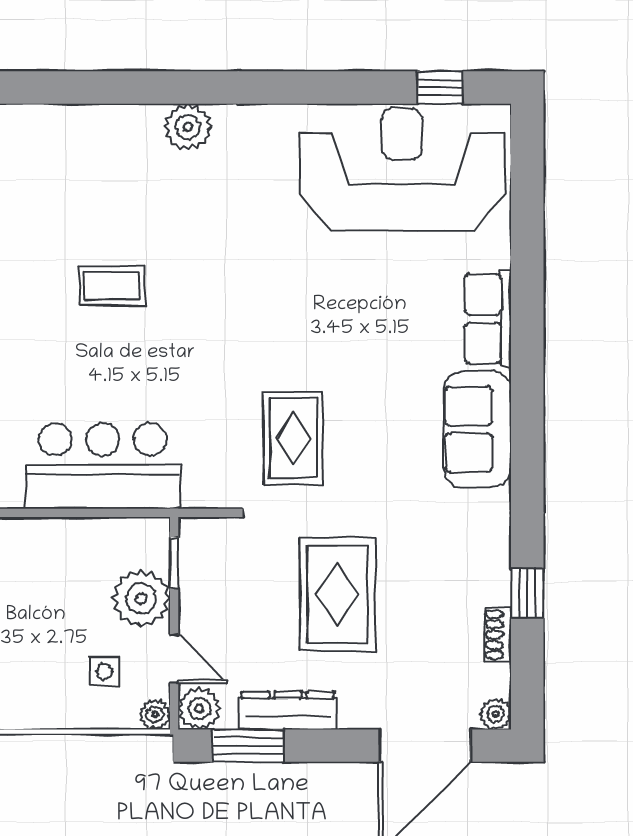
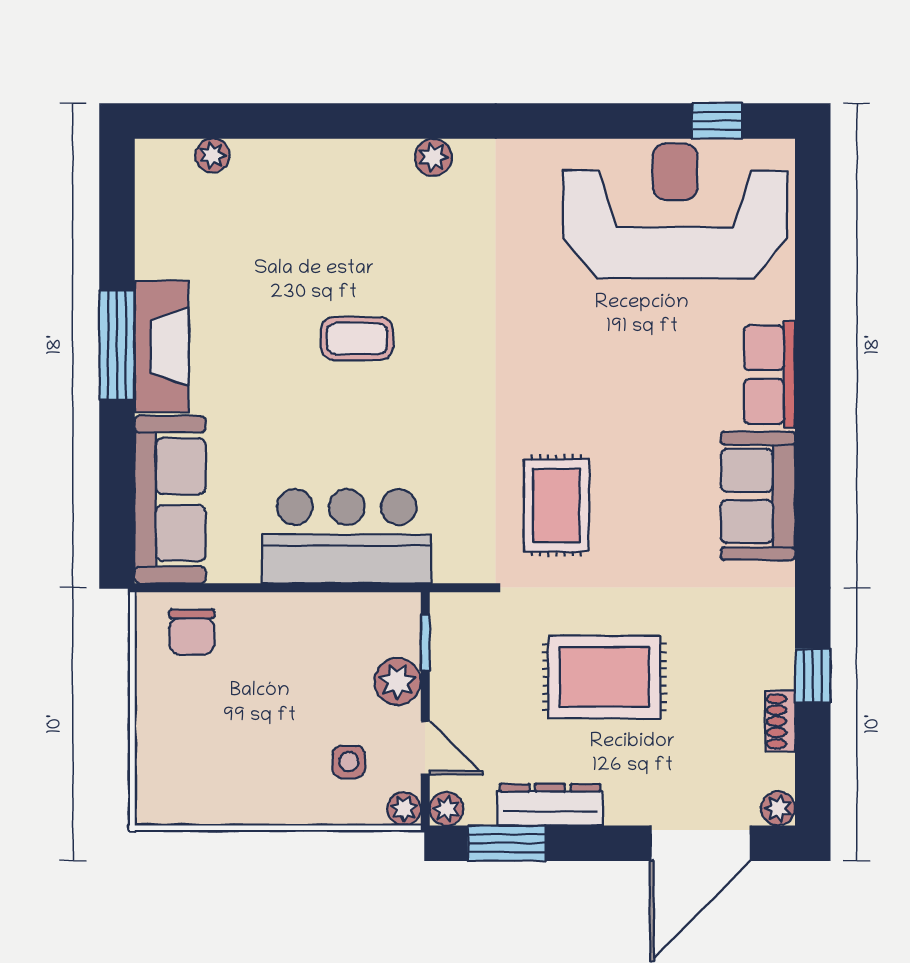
plant: (188, 127) -> (433, 157), width x0.73, depth x0.73
rug: (337, 594) -> (604, 677), turned 90
plant: (141, 598) -> (398, 682), width x0.73, depth x0.73
plant: (199, 709) -> (446, 809), width x0.73, depth x0.73

